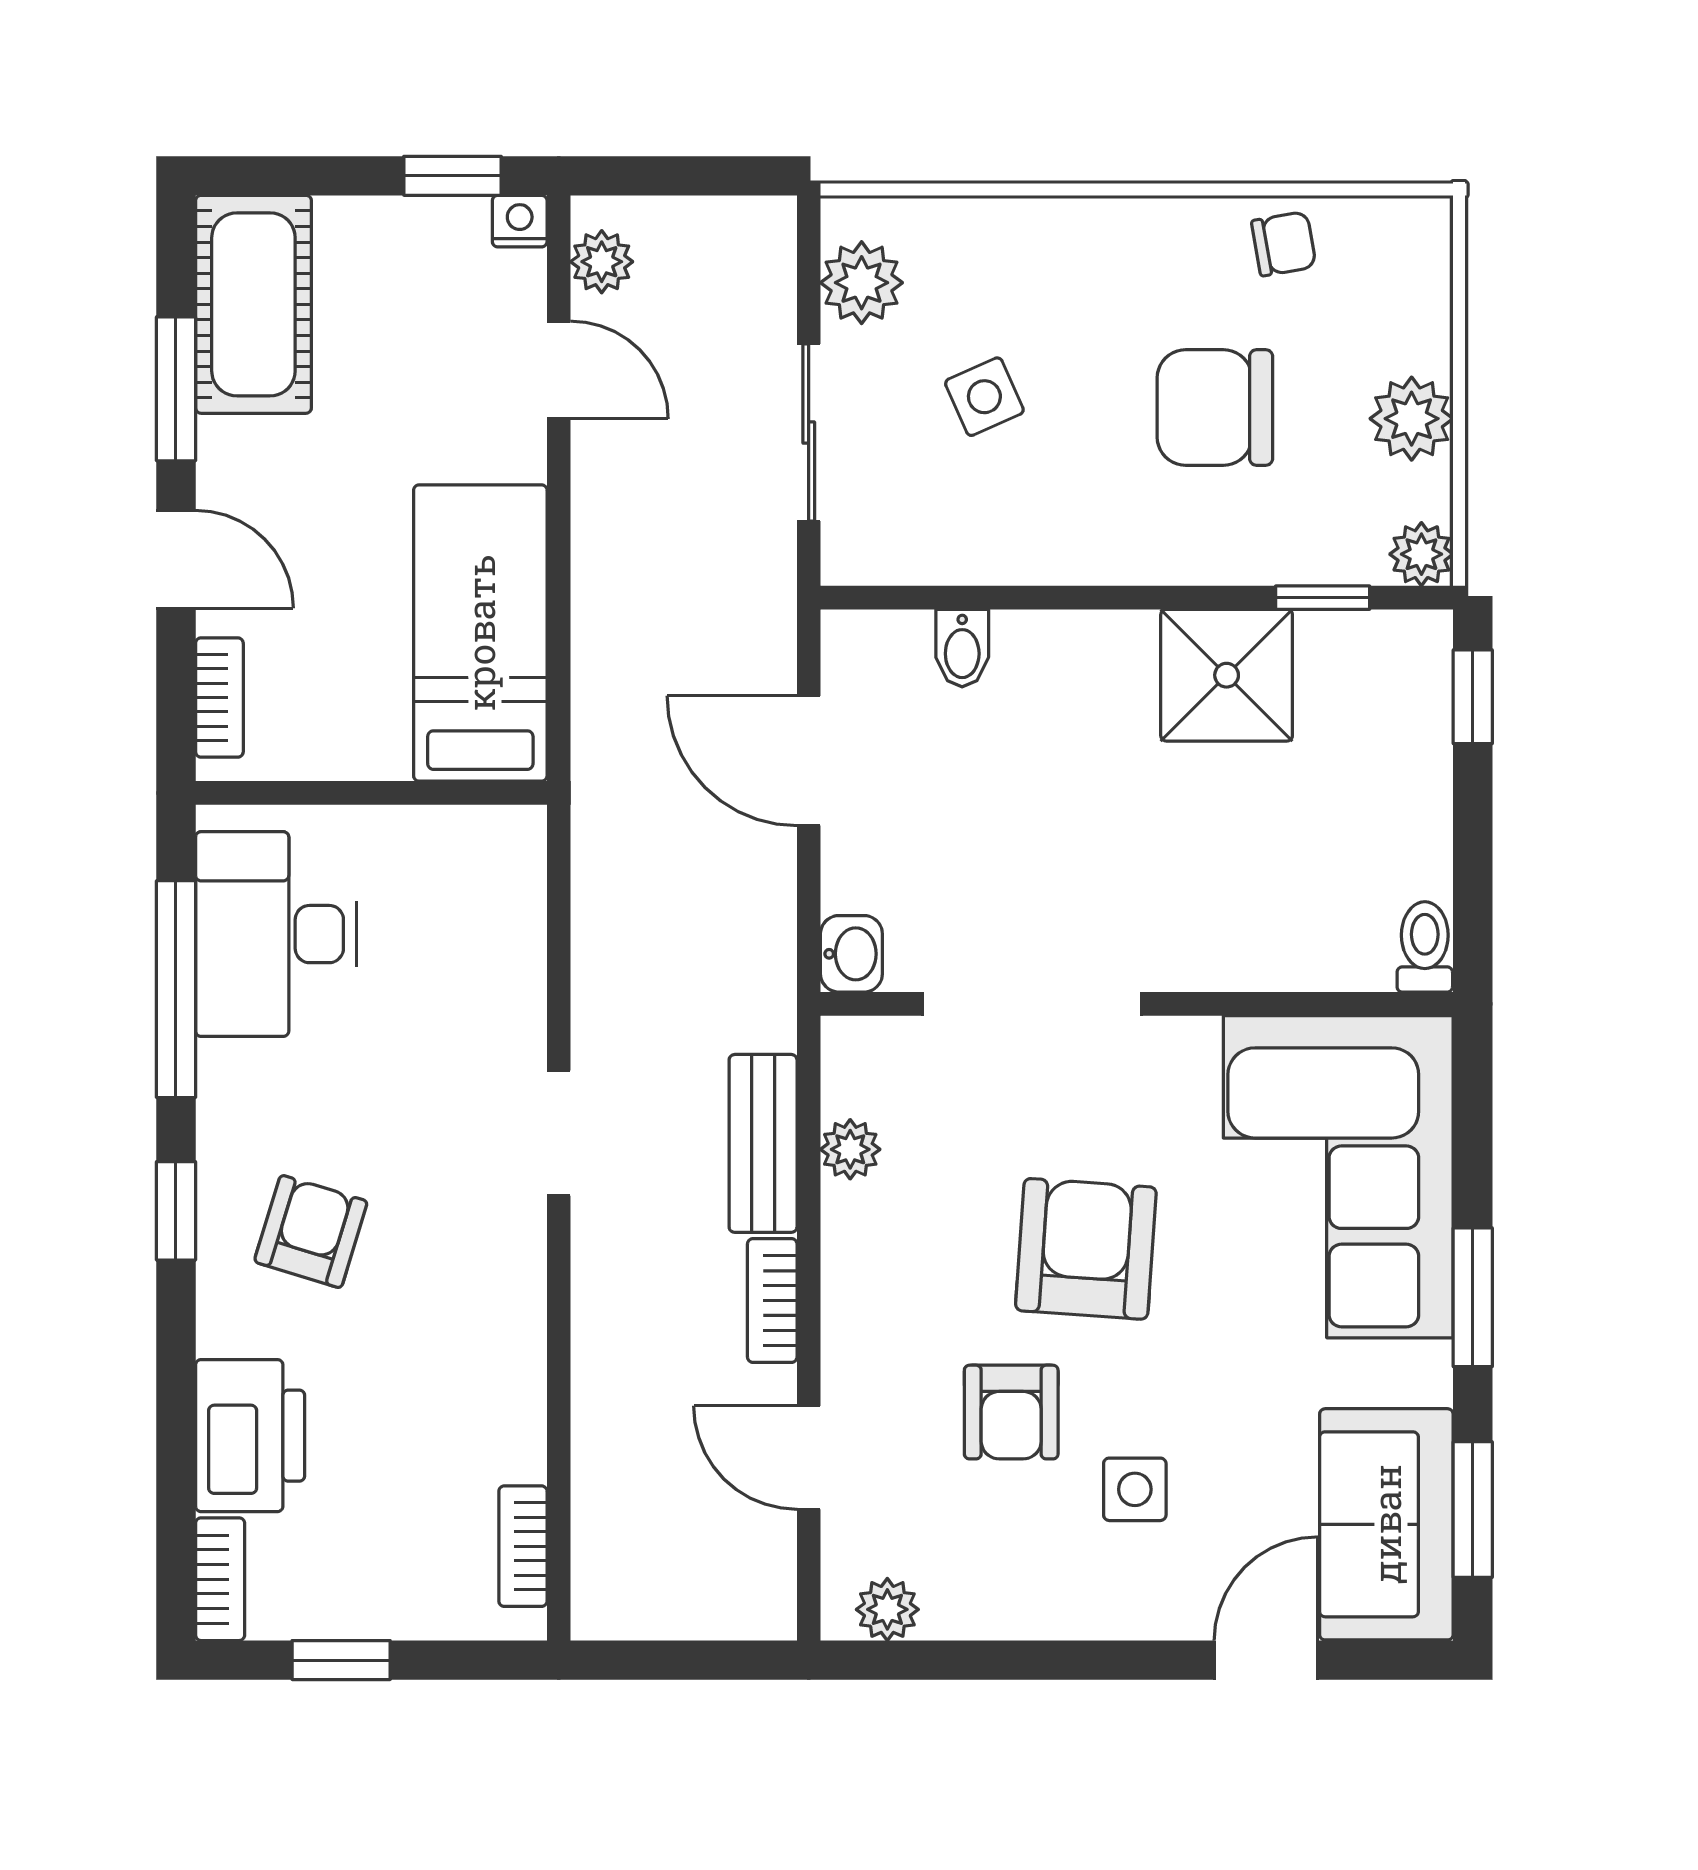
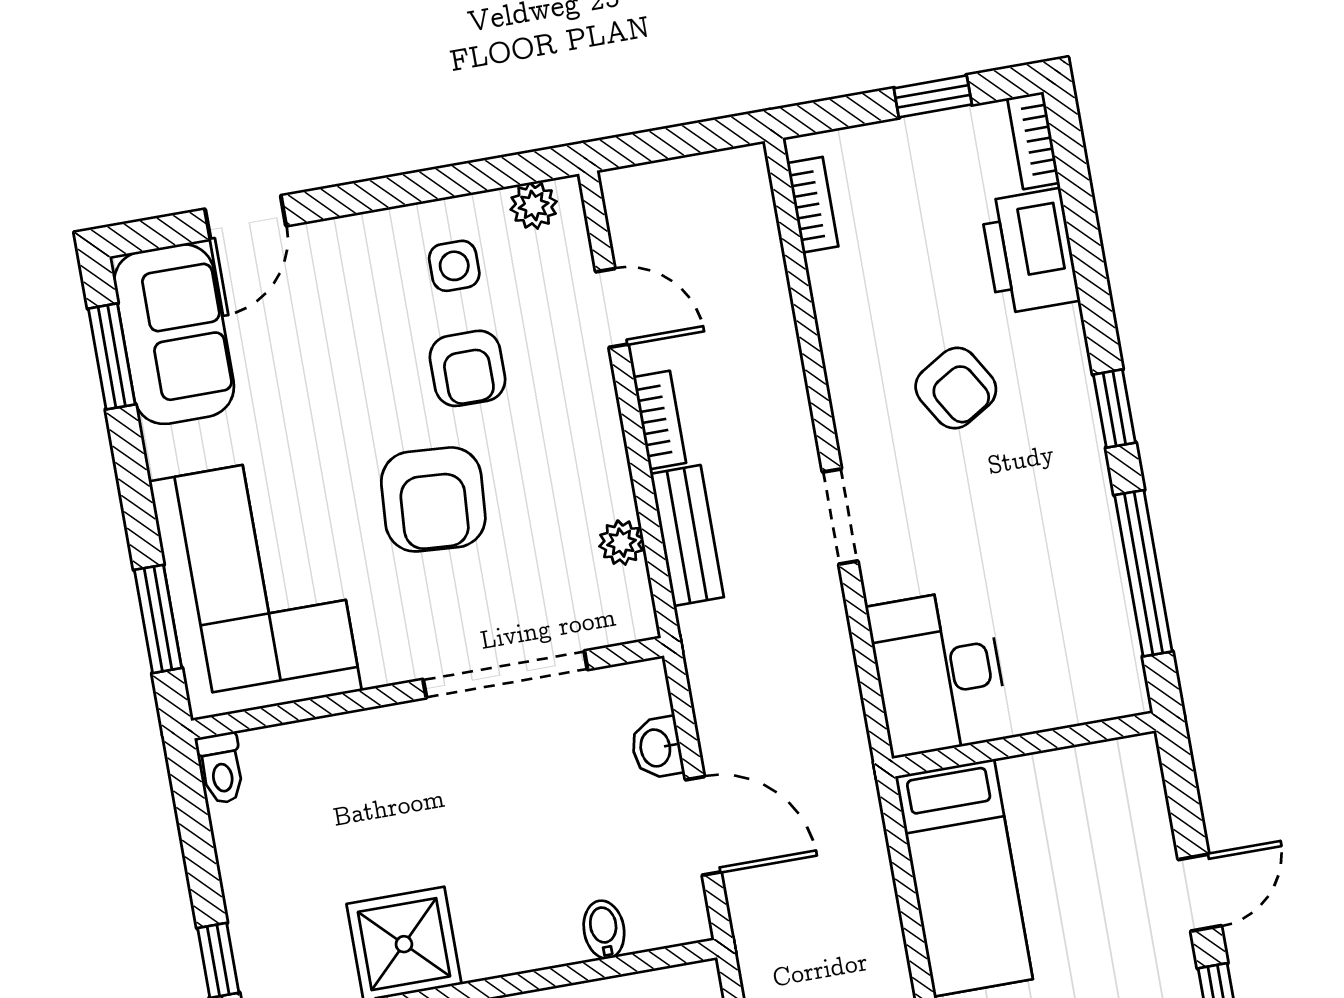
door: (176, 559) -> (1200, 893), swing flipped
bookcase: (219, 698) -> (1149, 796), removed
desk: (276, 934) -> (938, 672), moved, turned 180
washbasin: (851, 954) -> (657, 748), moved
armchair: (311, 1232) -> (956, 388), moved, turned -48
window: (1473, 1297) -> (158, 619), moved
armchair: (1011, 1412) -> (467, 368), turned 180
side table: (1135, 1489) -> (454, 266), moved

